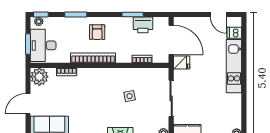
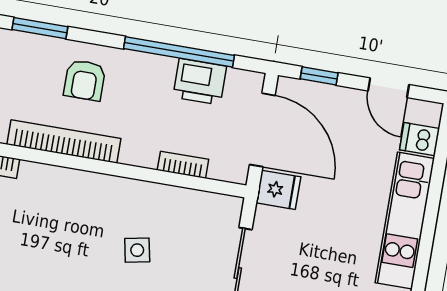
window: (133, 14) -> (179, 52), width x2.11
window: (190, 14) -> (319, 76), added

